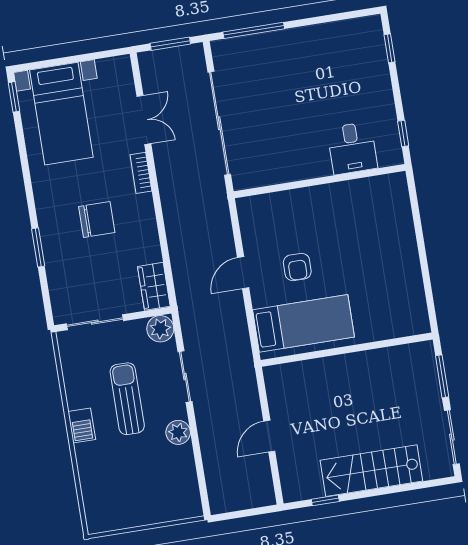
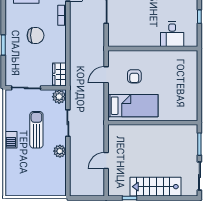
desk: (352, 148) -> (172, 34), moved
wall: (320, 181) -> (153, 48), moved

